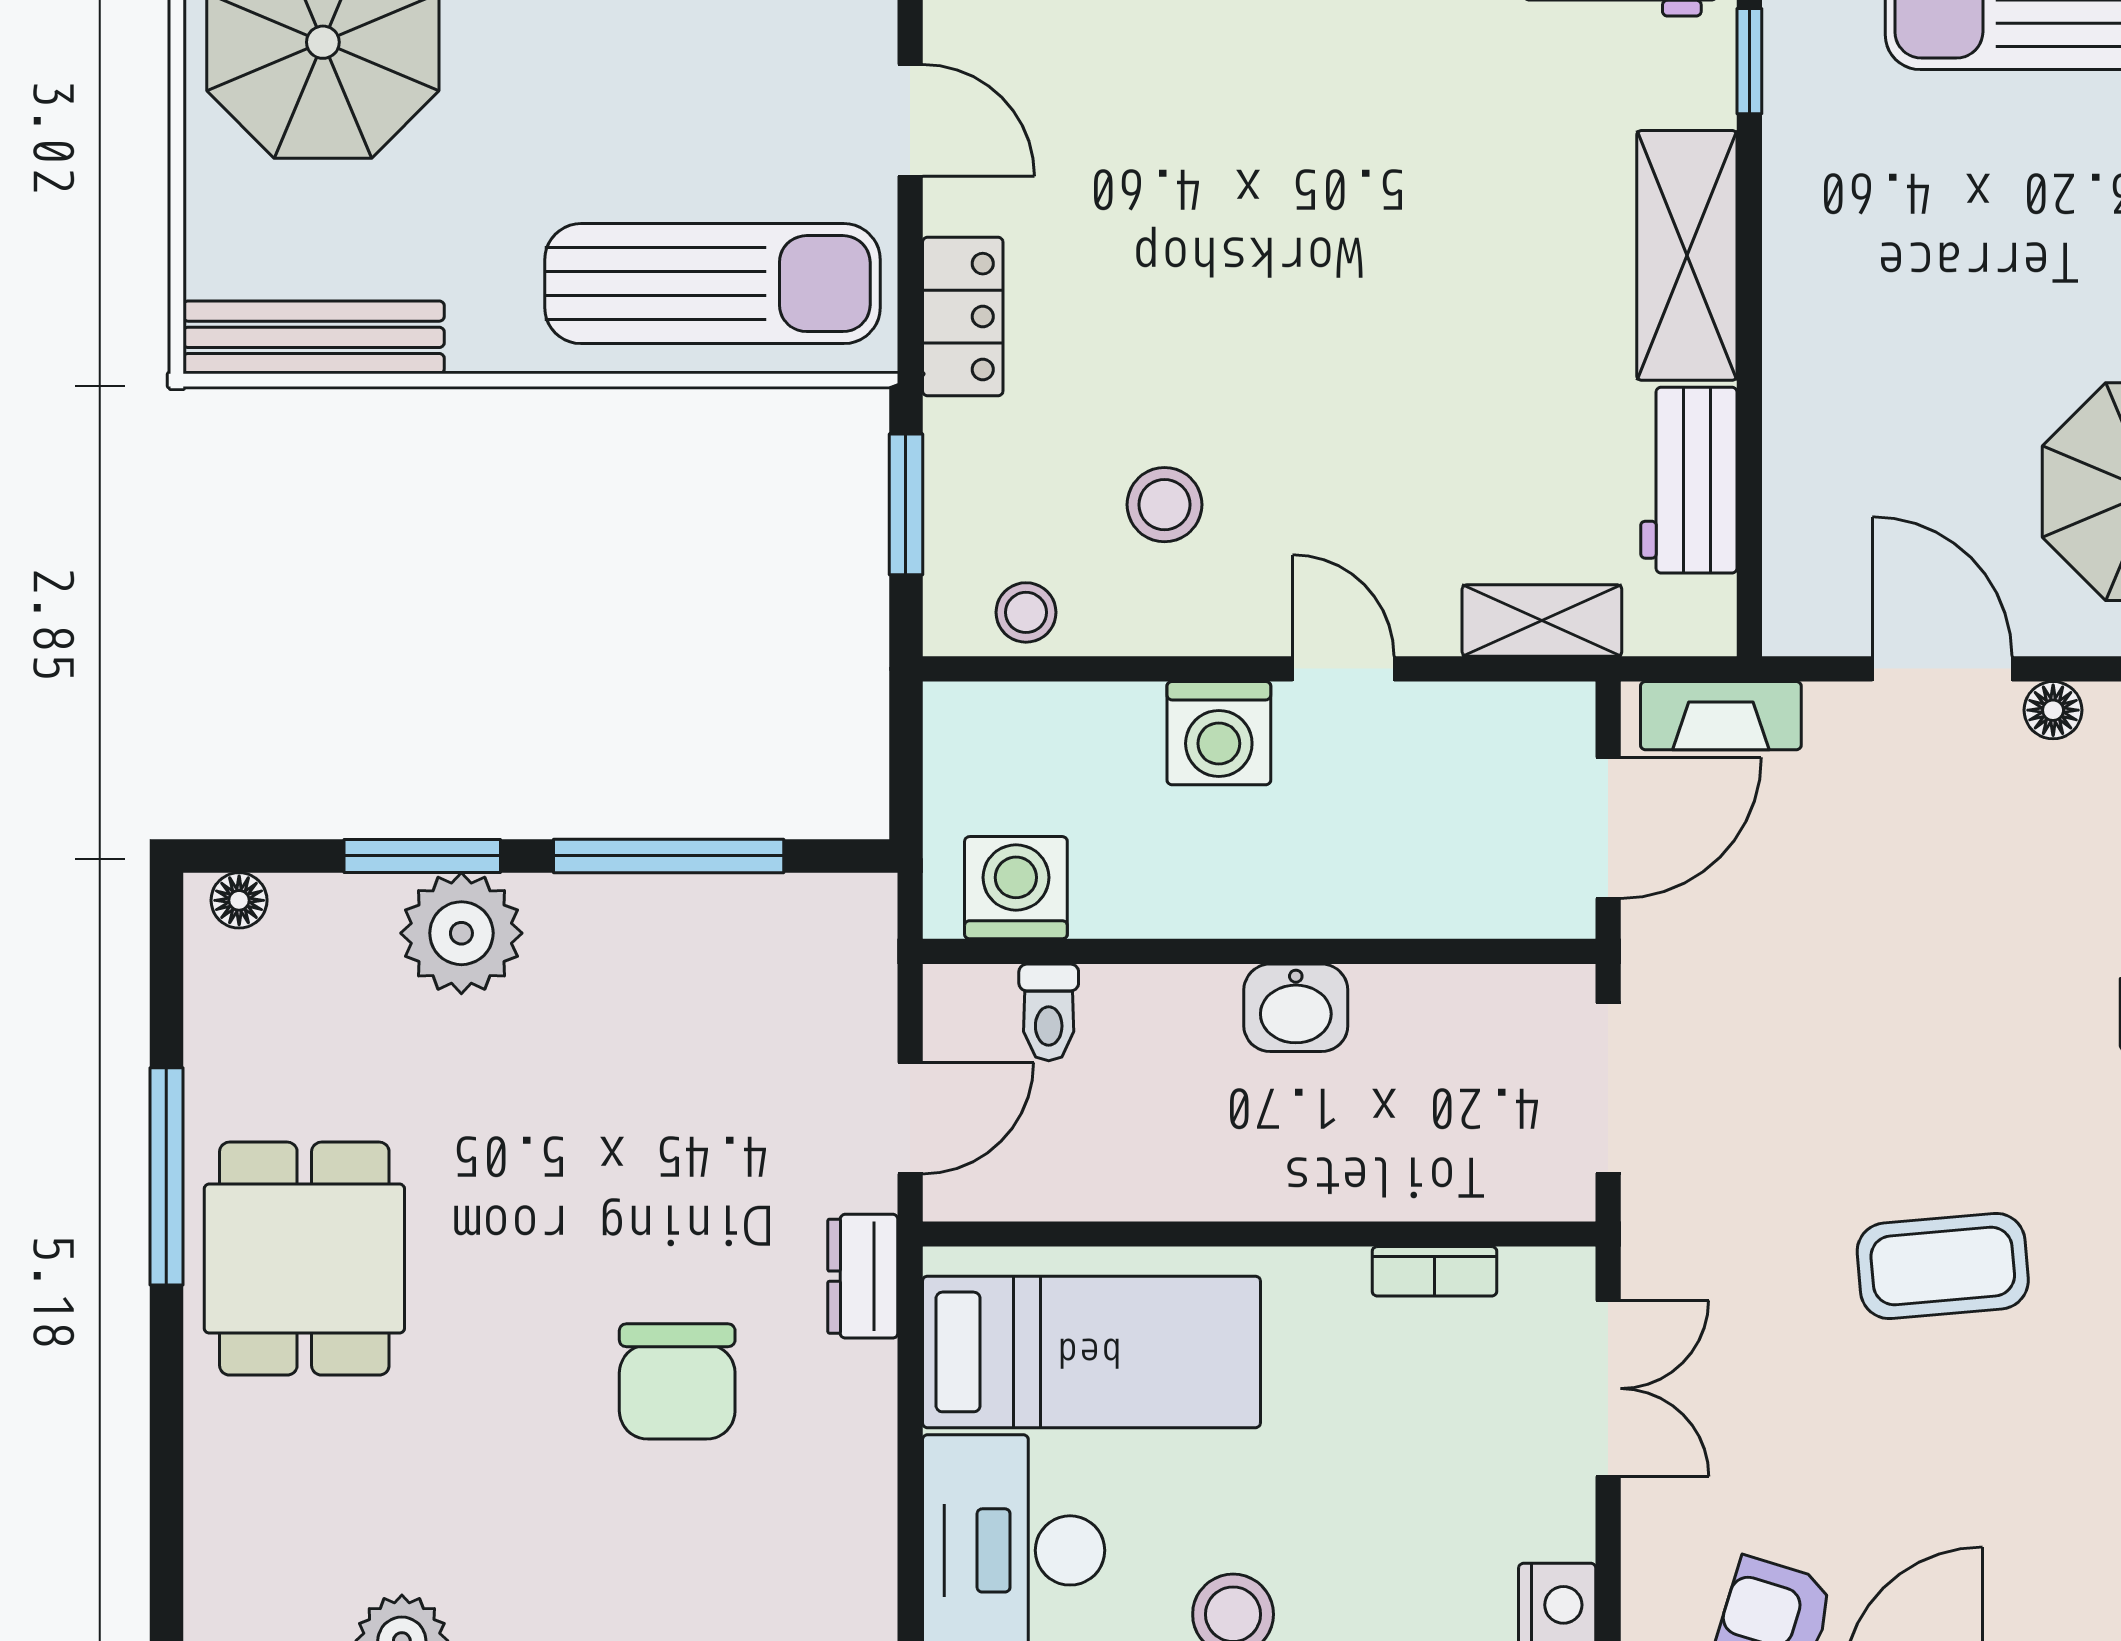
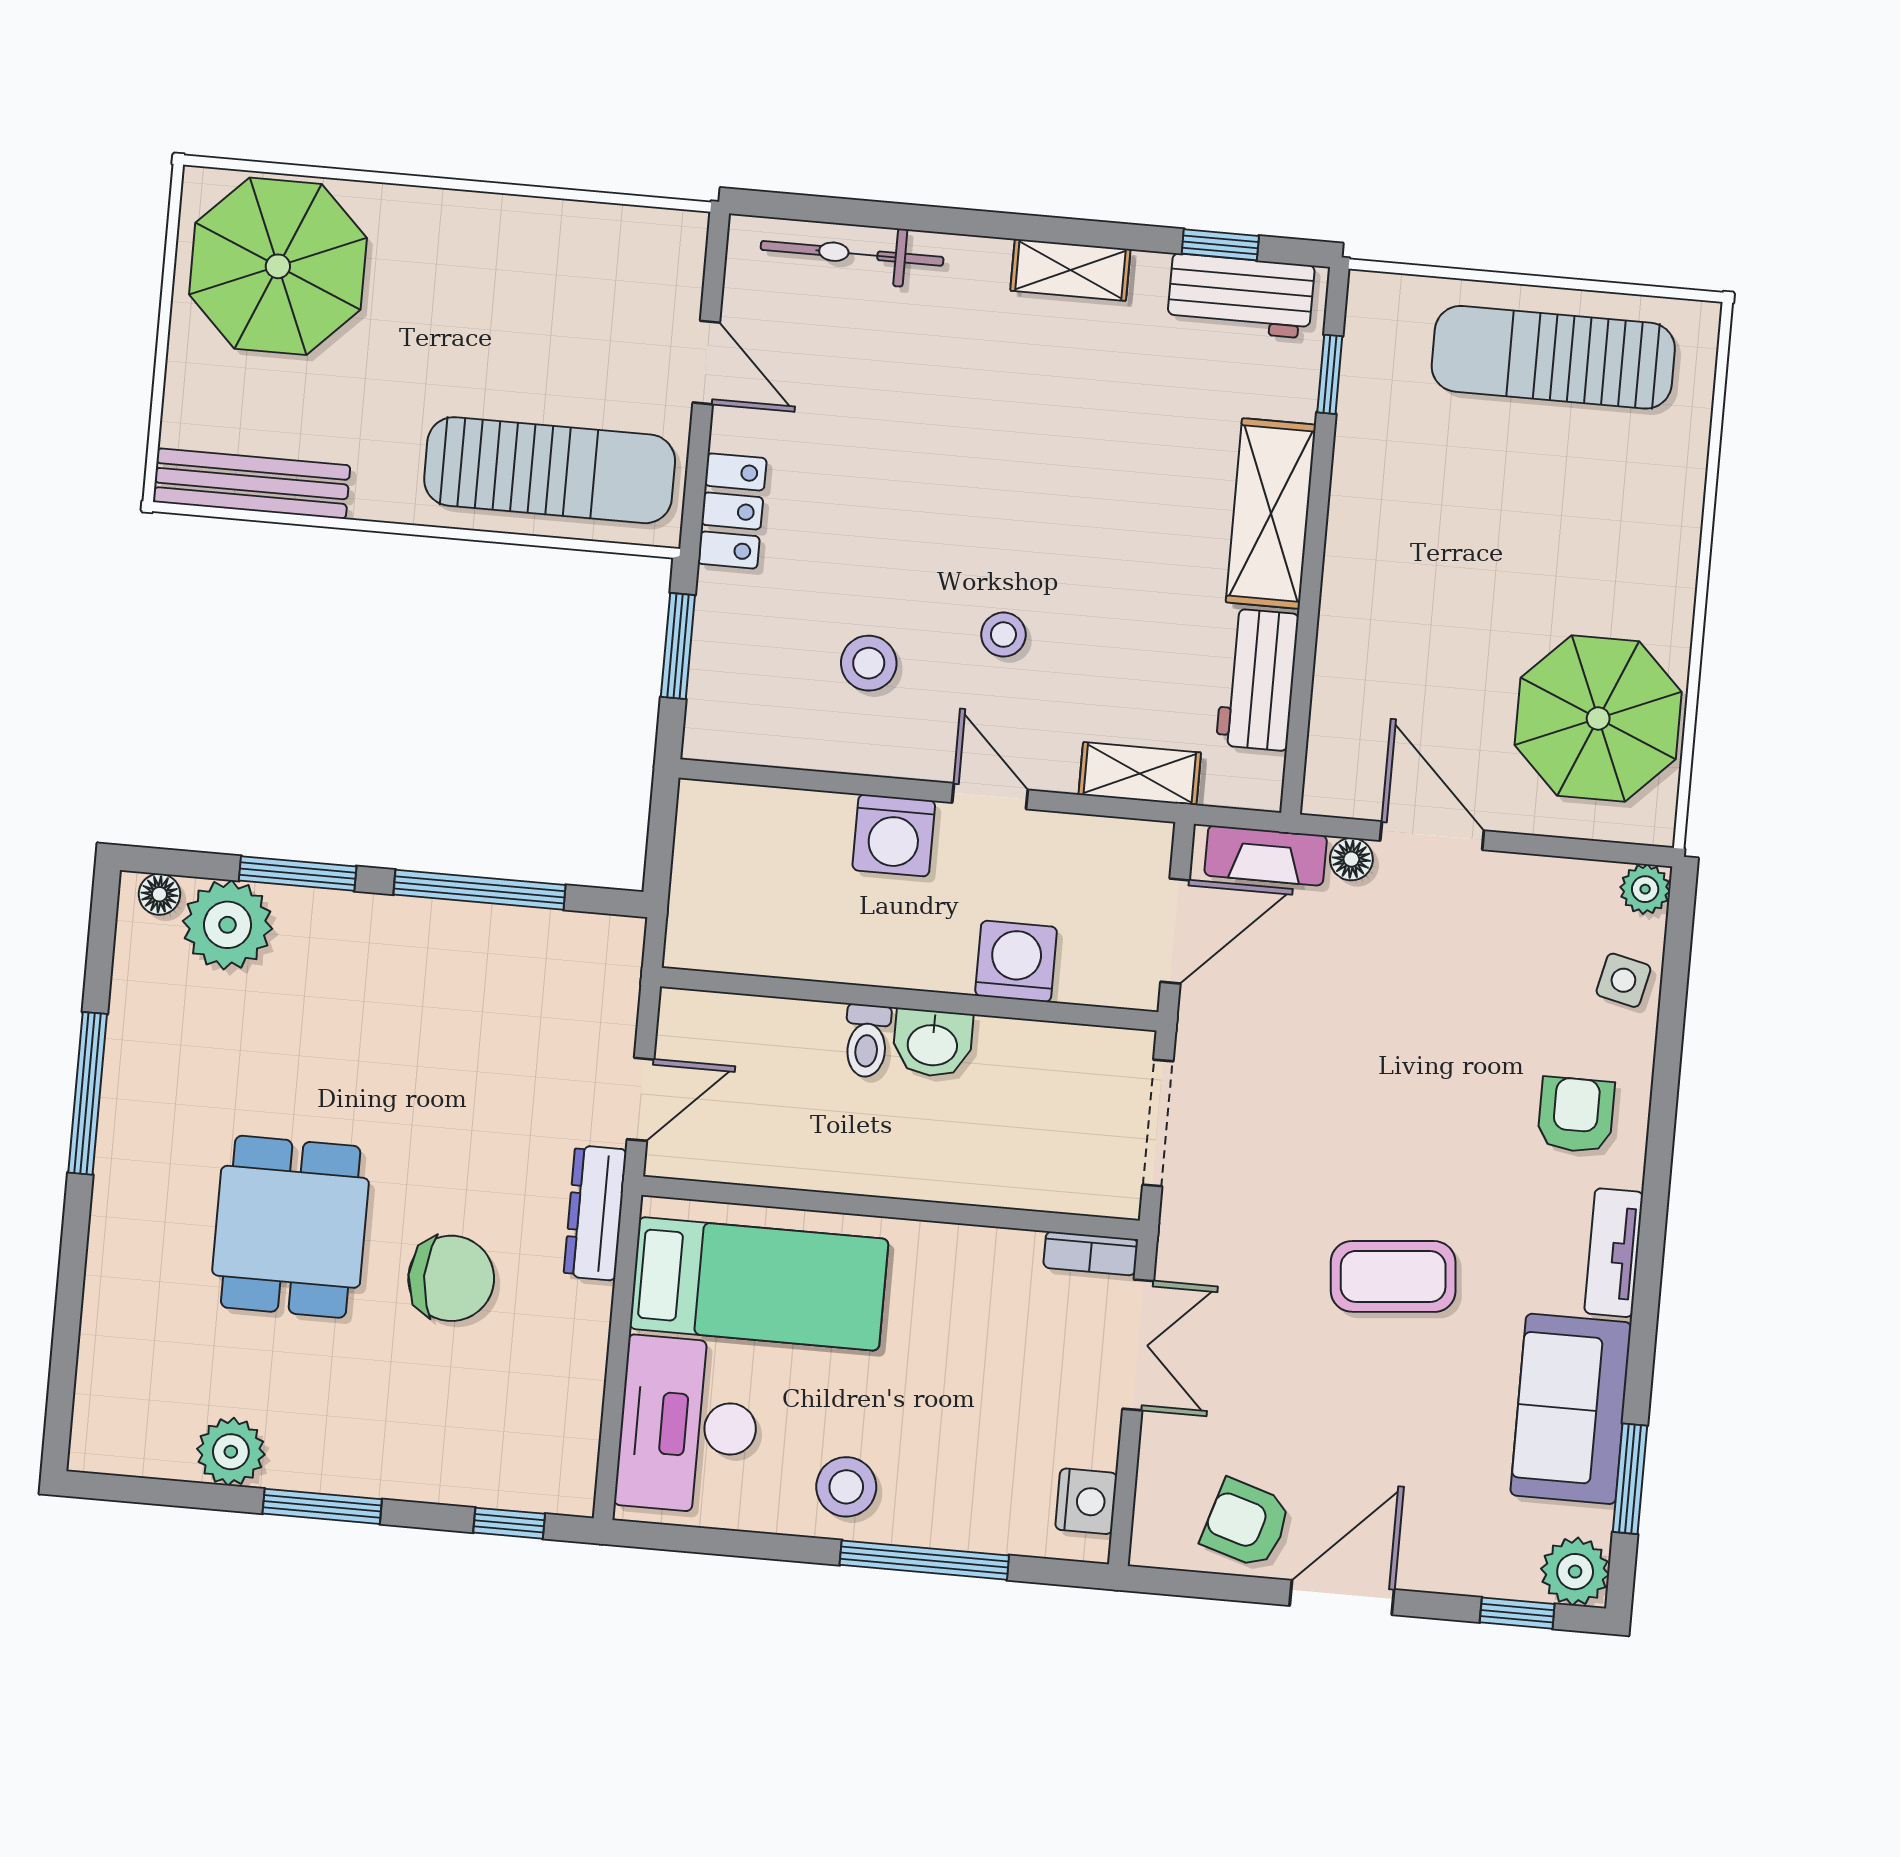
stool: (1026, 612) -> (1003, 635), moved
floor lamp: (2053, 710) -> (1351, 859), moved
washing machine: (1016, 888) -> (1016, 961), moved
plant: (461, 933) -> (228, 925), moved
toilet: (1049, 1012) -> (867, 1041), moved
dining table: (304, 1259) -> (291, 1227), moved
bookcase: (1434, 1271) -> (1091, 1253), moved
dresser: (863, 1276) -> (595, 1213), width x1.44
chair: (677, 1381) -> (451, 1278), turned -90

